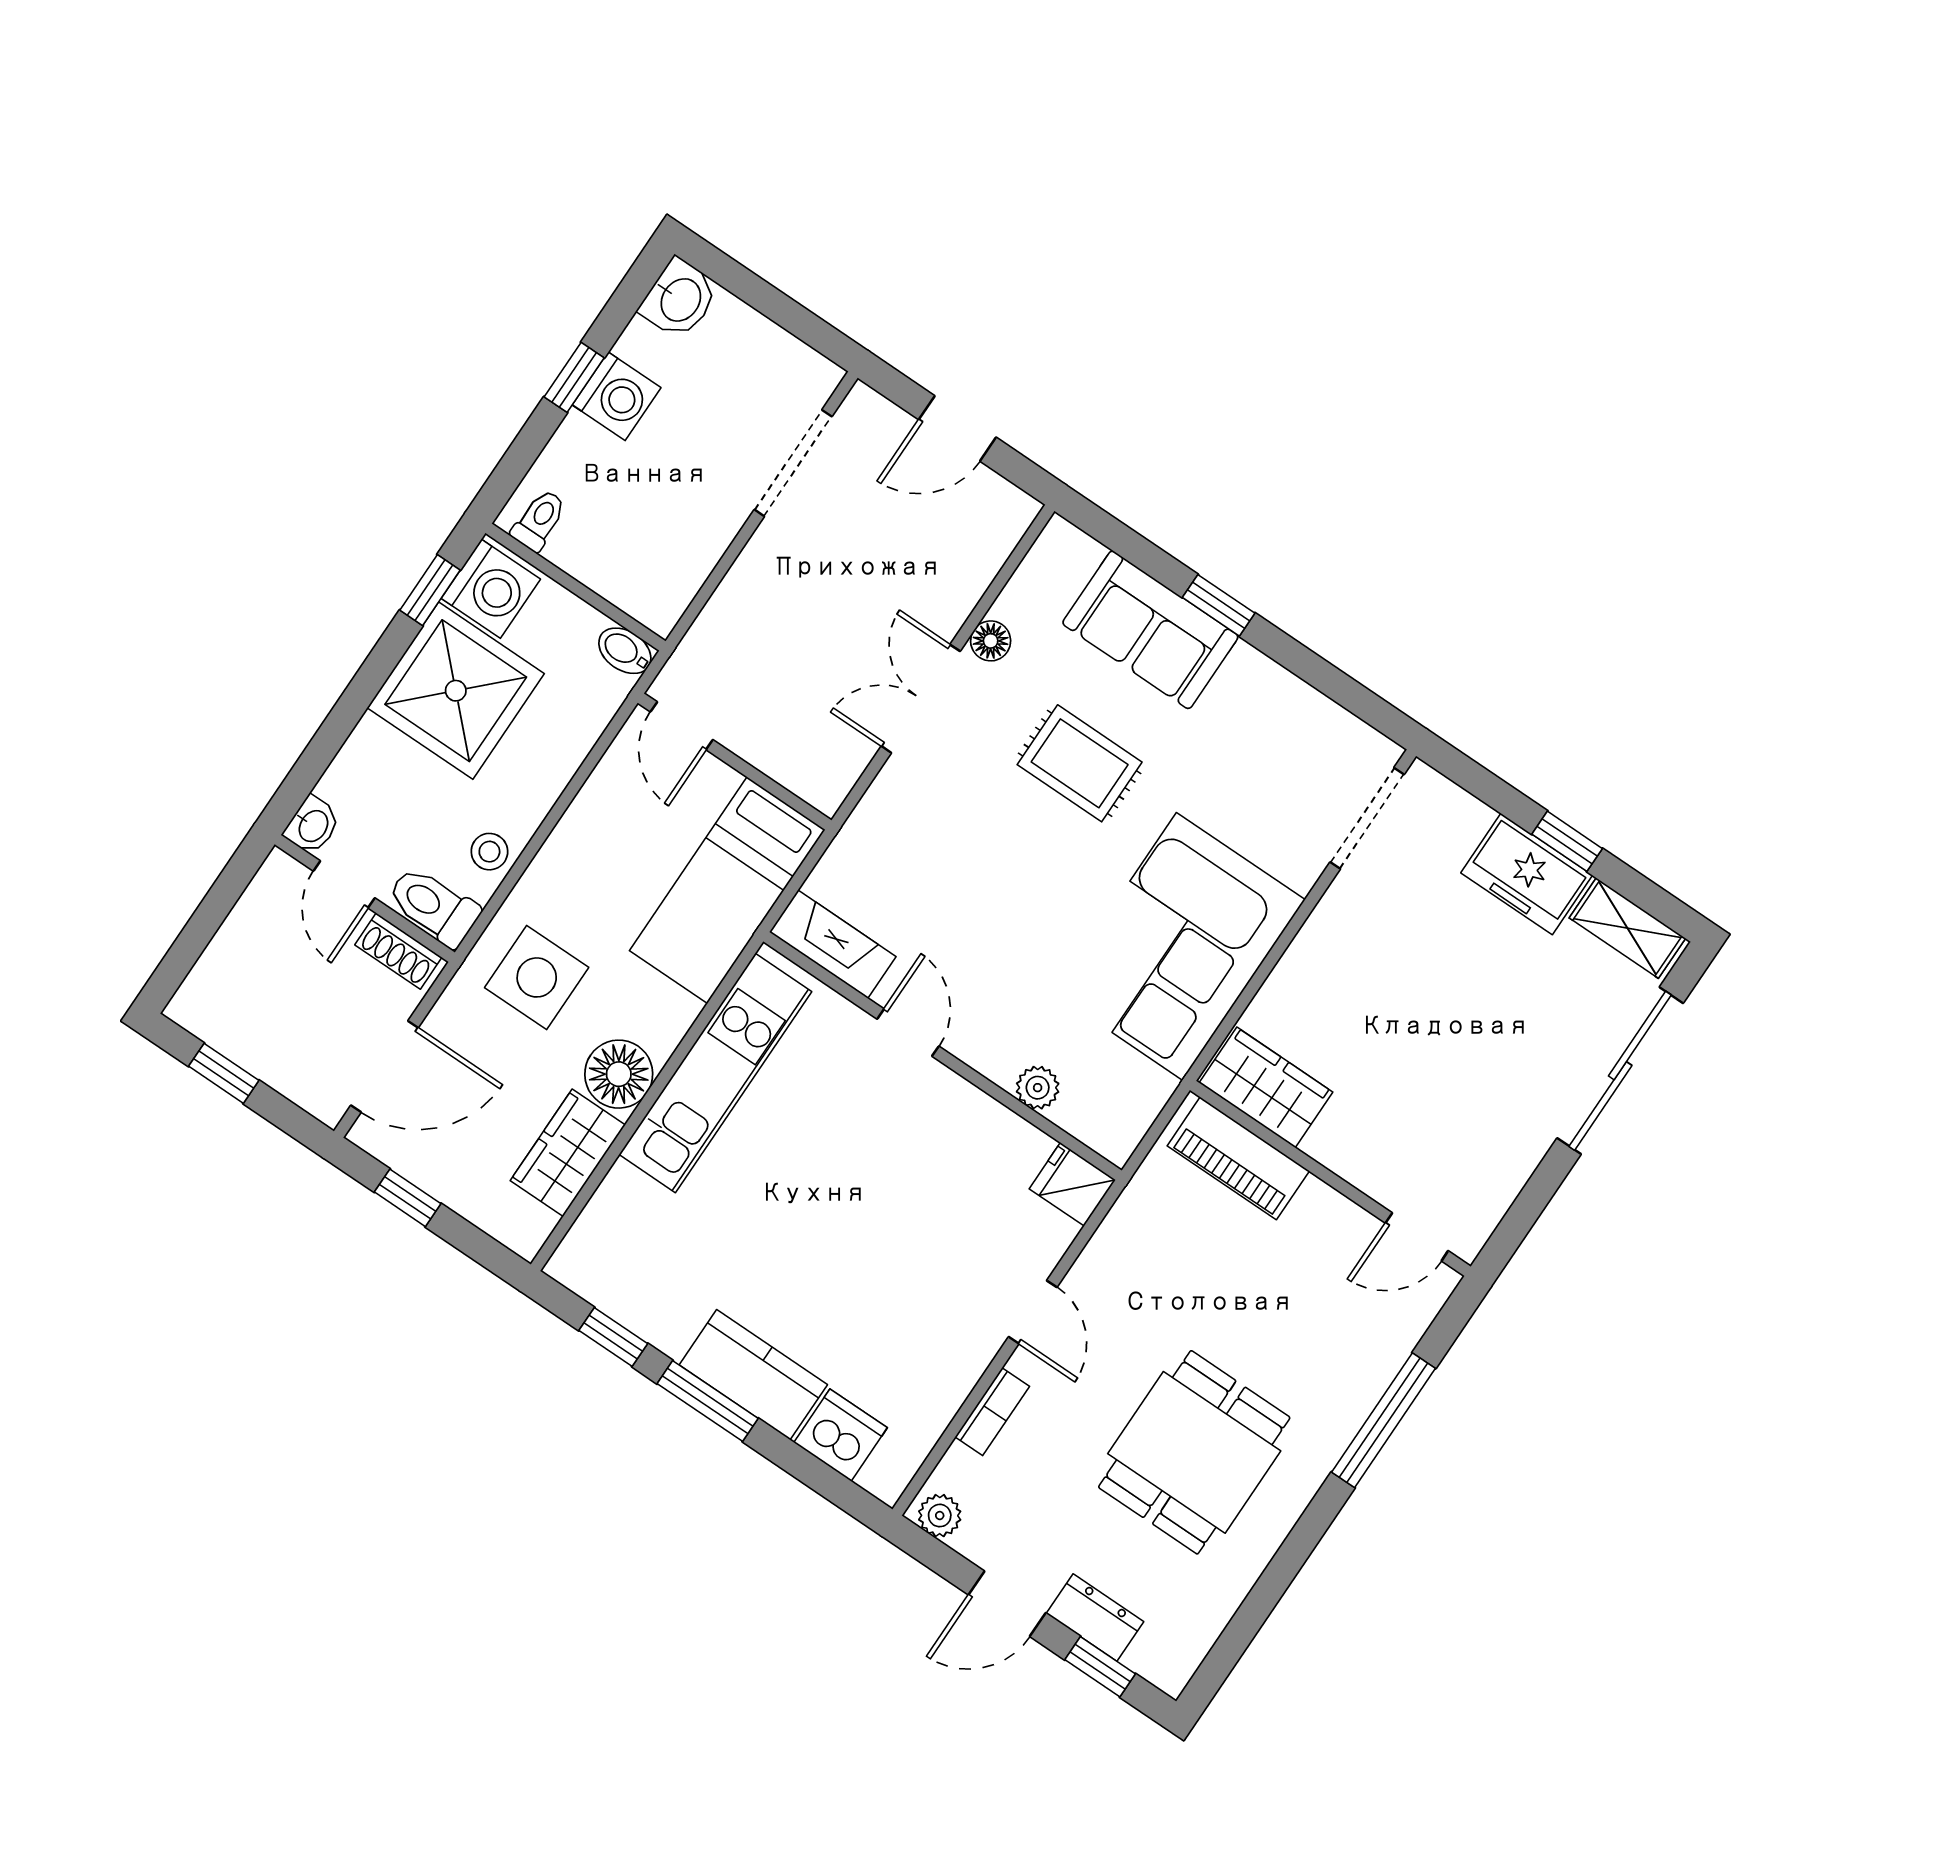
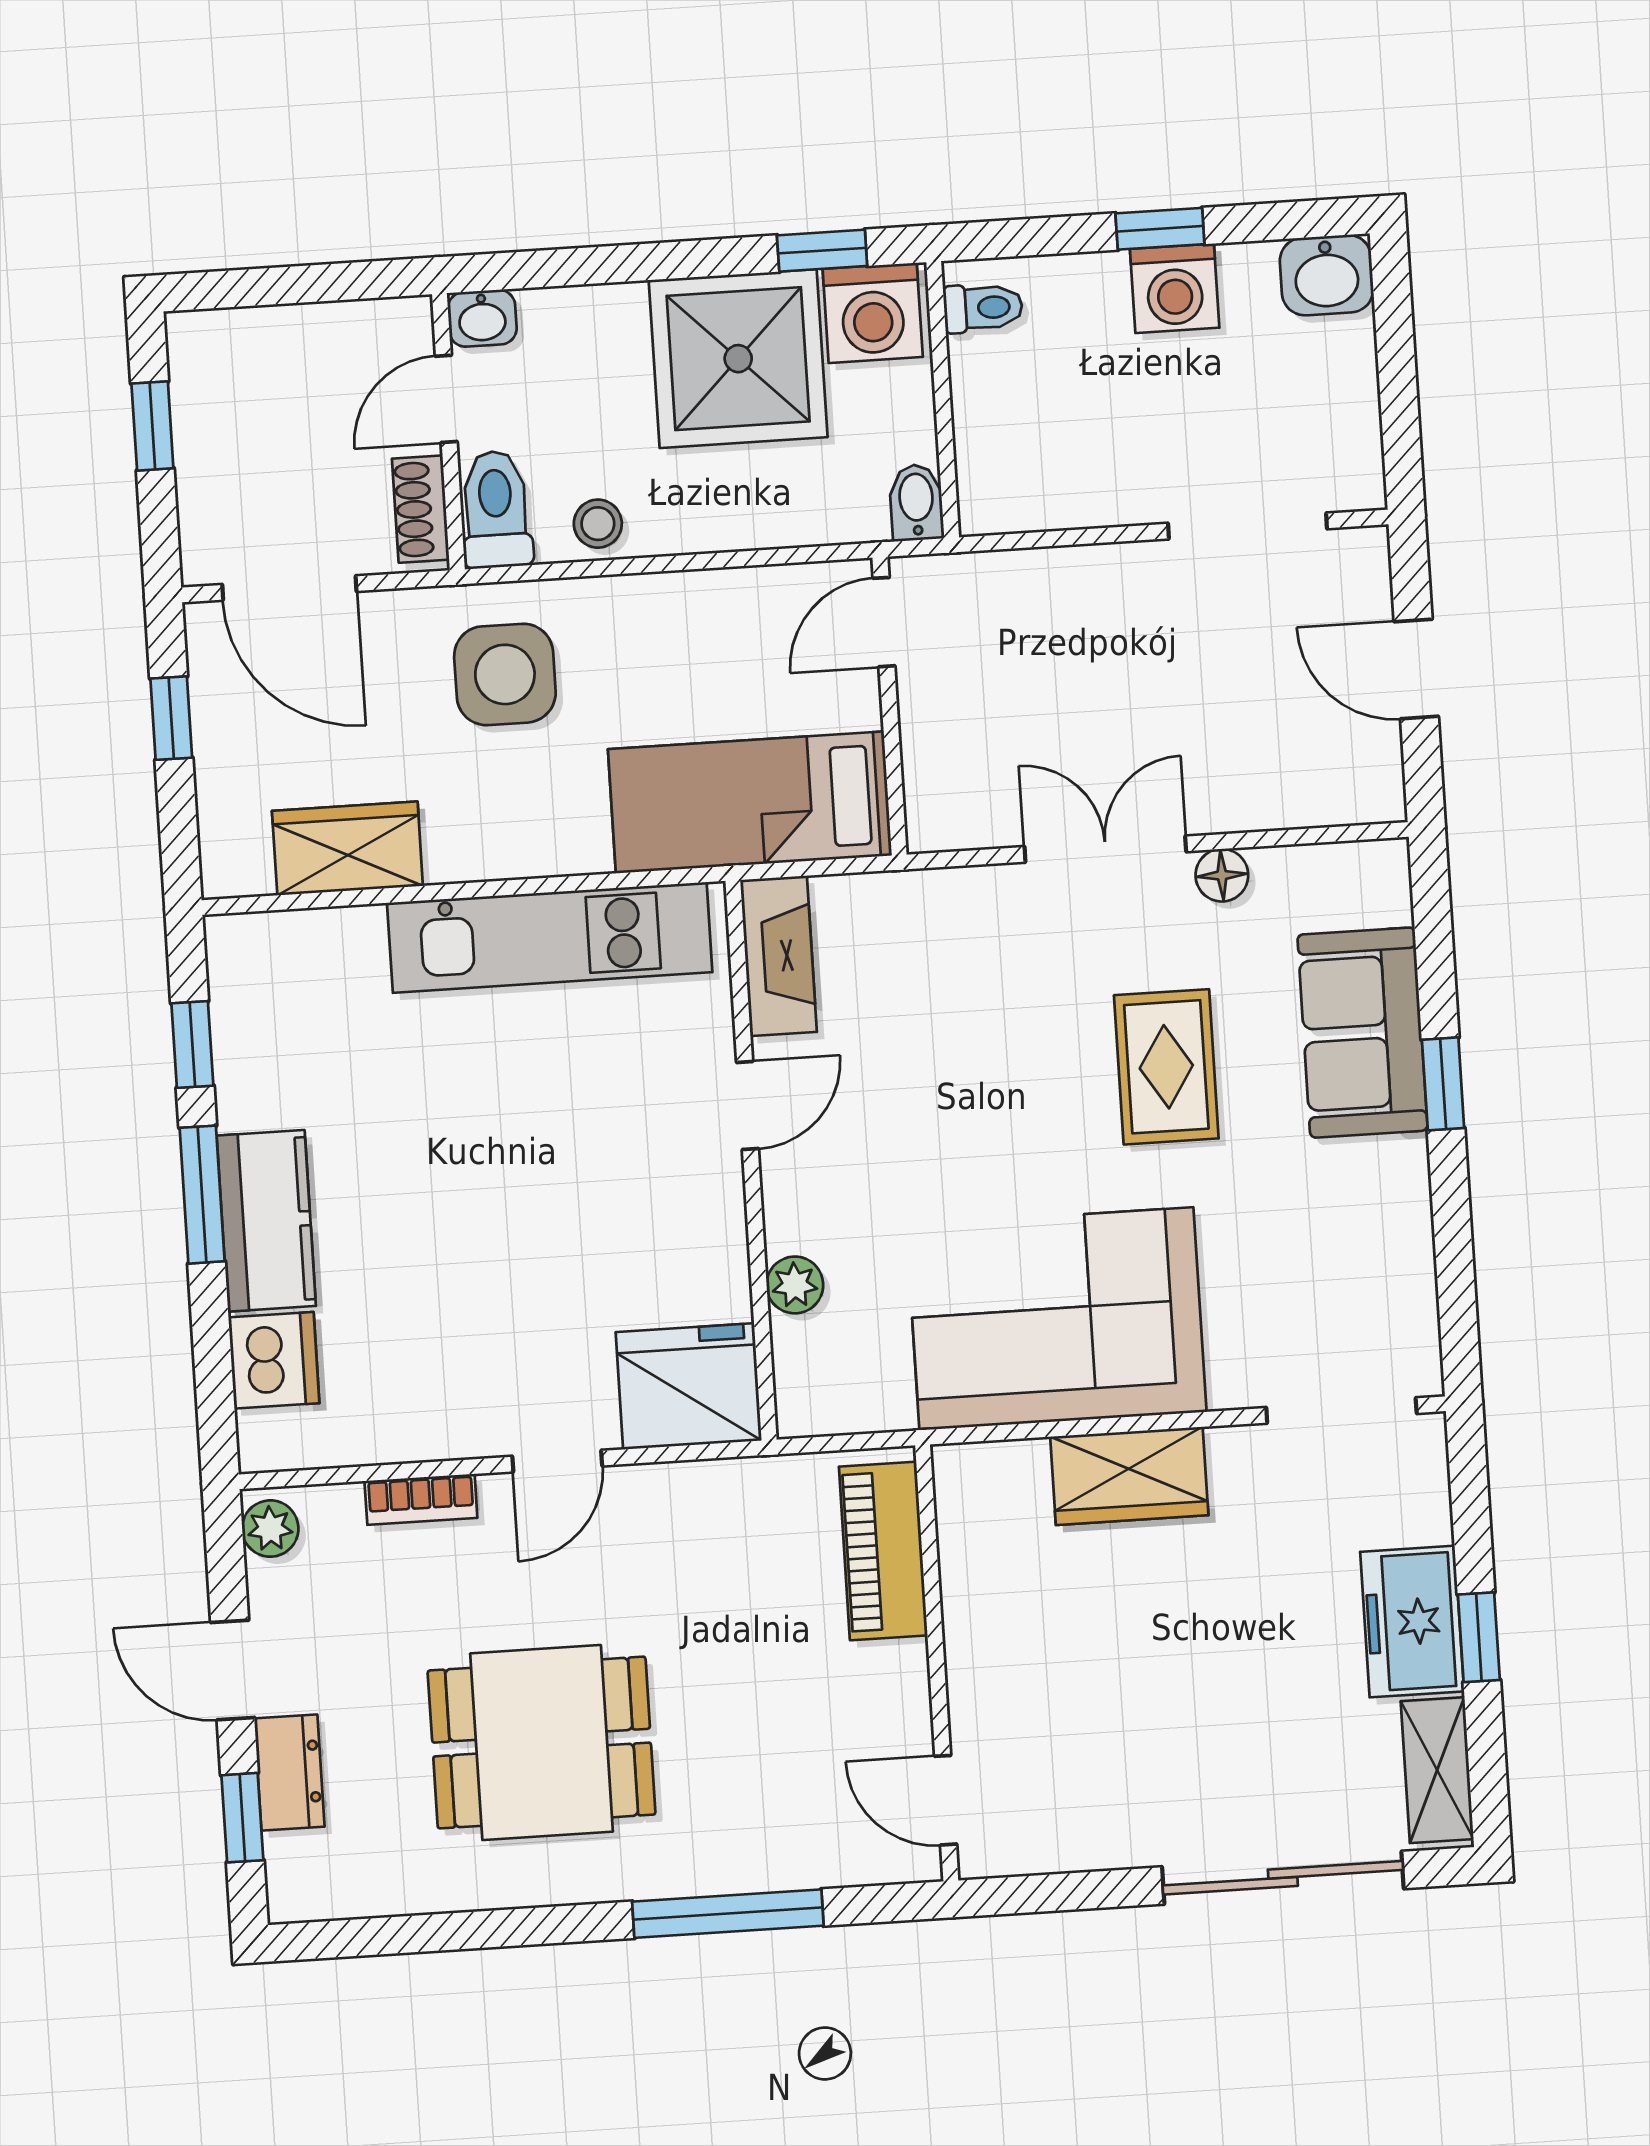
floor lamp: (619, 1074) -> (471, 838), removed
wardrobe: (1266, 1087) -> (1129, 1476), moved, turned 90
fridge: (1072, 1184) -> (689, 1386), width x1.88, depth x1.34

